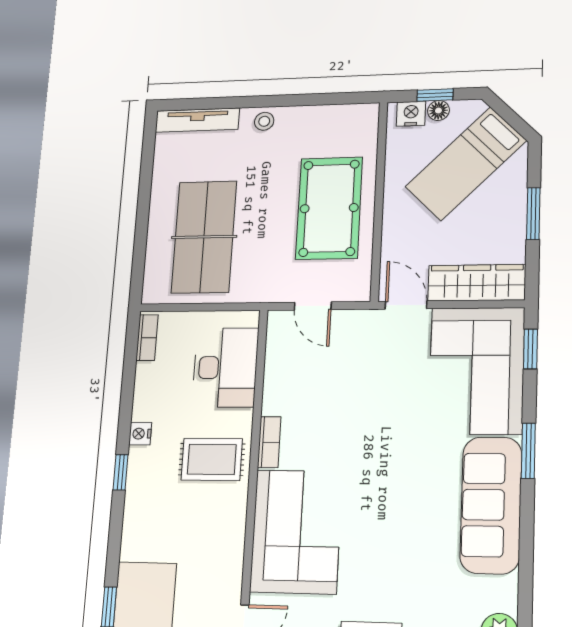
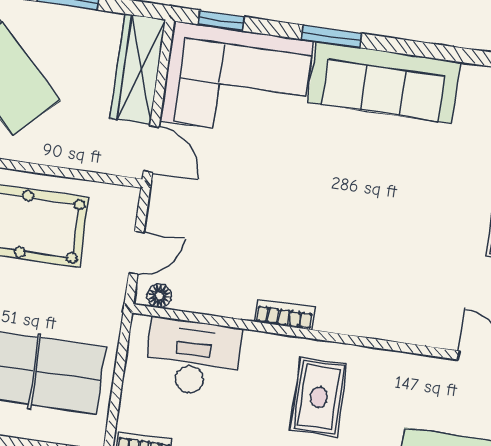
door: (406, 305) -> (151, 149), swing flipped
floor lamp: (277, 331) -> (159, 296), added
rug: (212, 459) -> (319, 397), moved
corner sofa: (296, 531) -> (386, 293), removed

